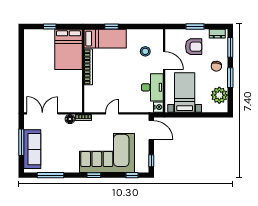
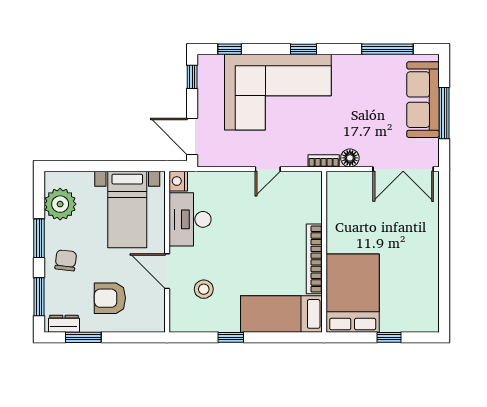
window: (112, 27) -> (231, 337), moved
window: (195, 27) -> (83, 337), moved

